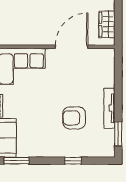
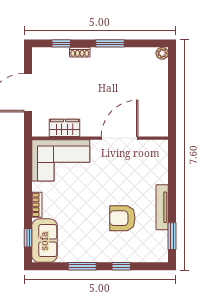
wardrobe: (107, 24) -> (64, 128), moved, turned 90
window: (17, 161) -> (82, 266), moved

